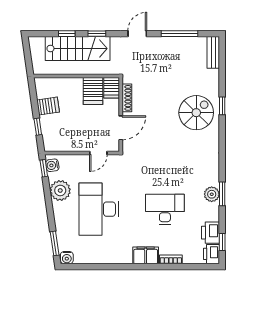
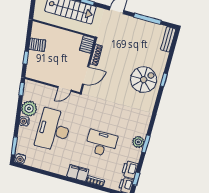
server rack: (93, 91) -> (73, 43), removed
water cooler: (52, 165) -> (24, 121), moved

